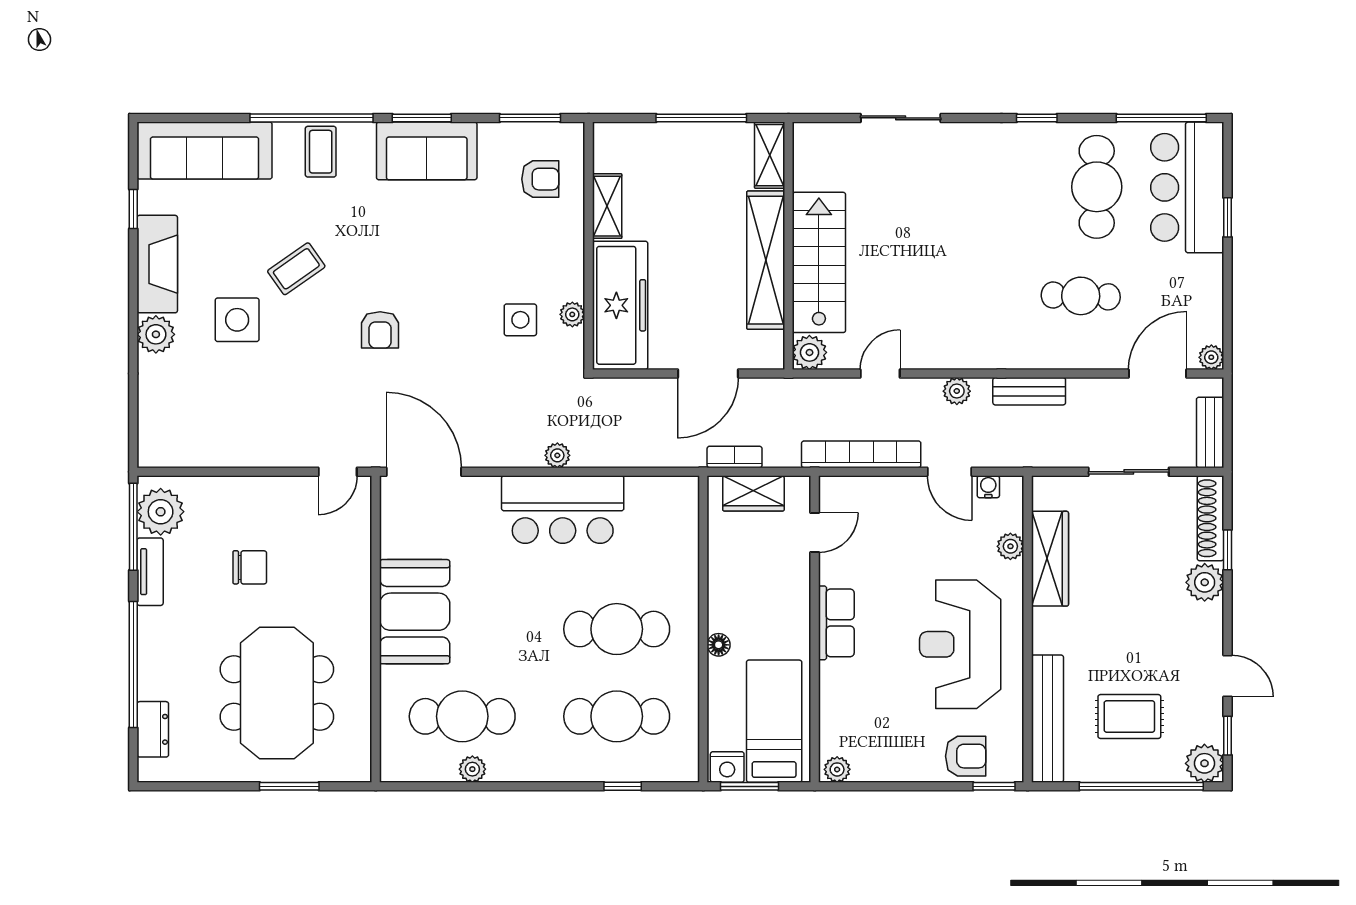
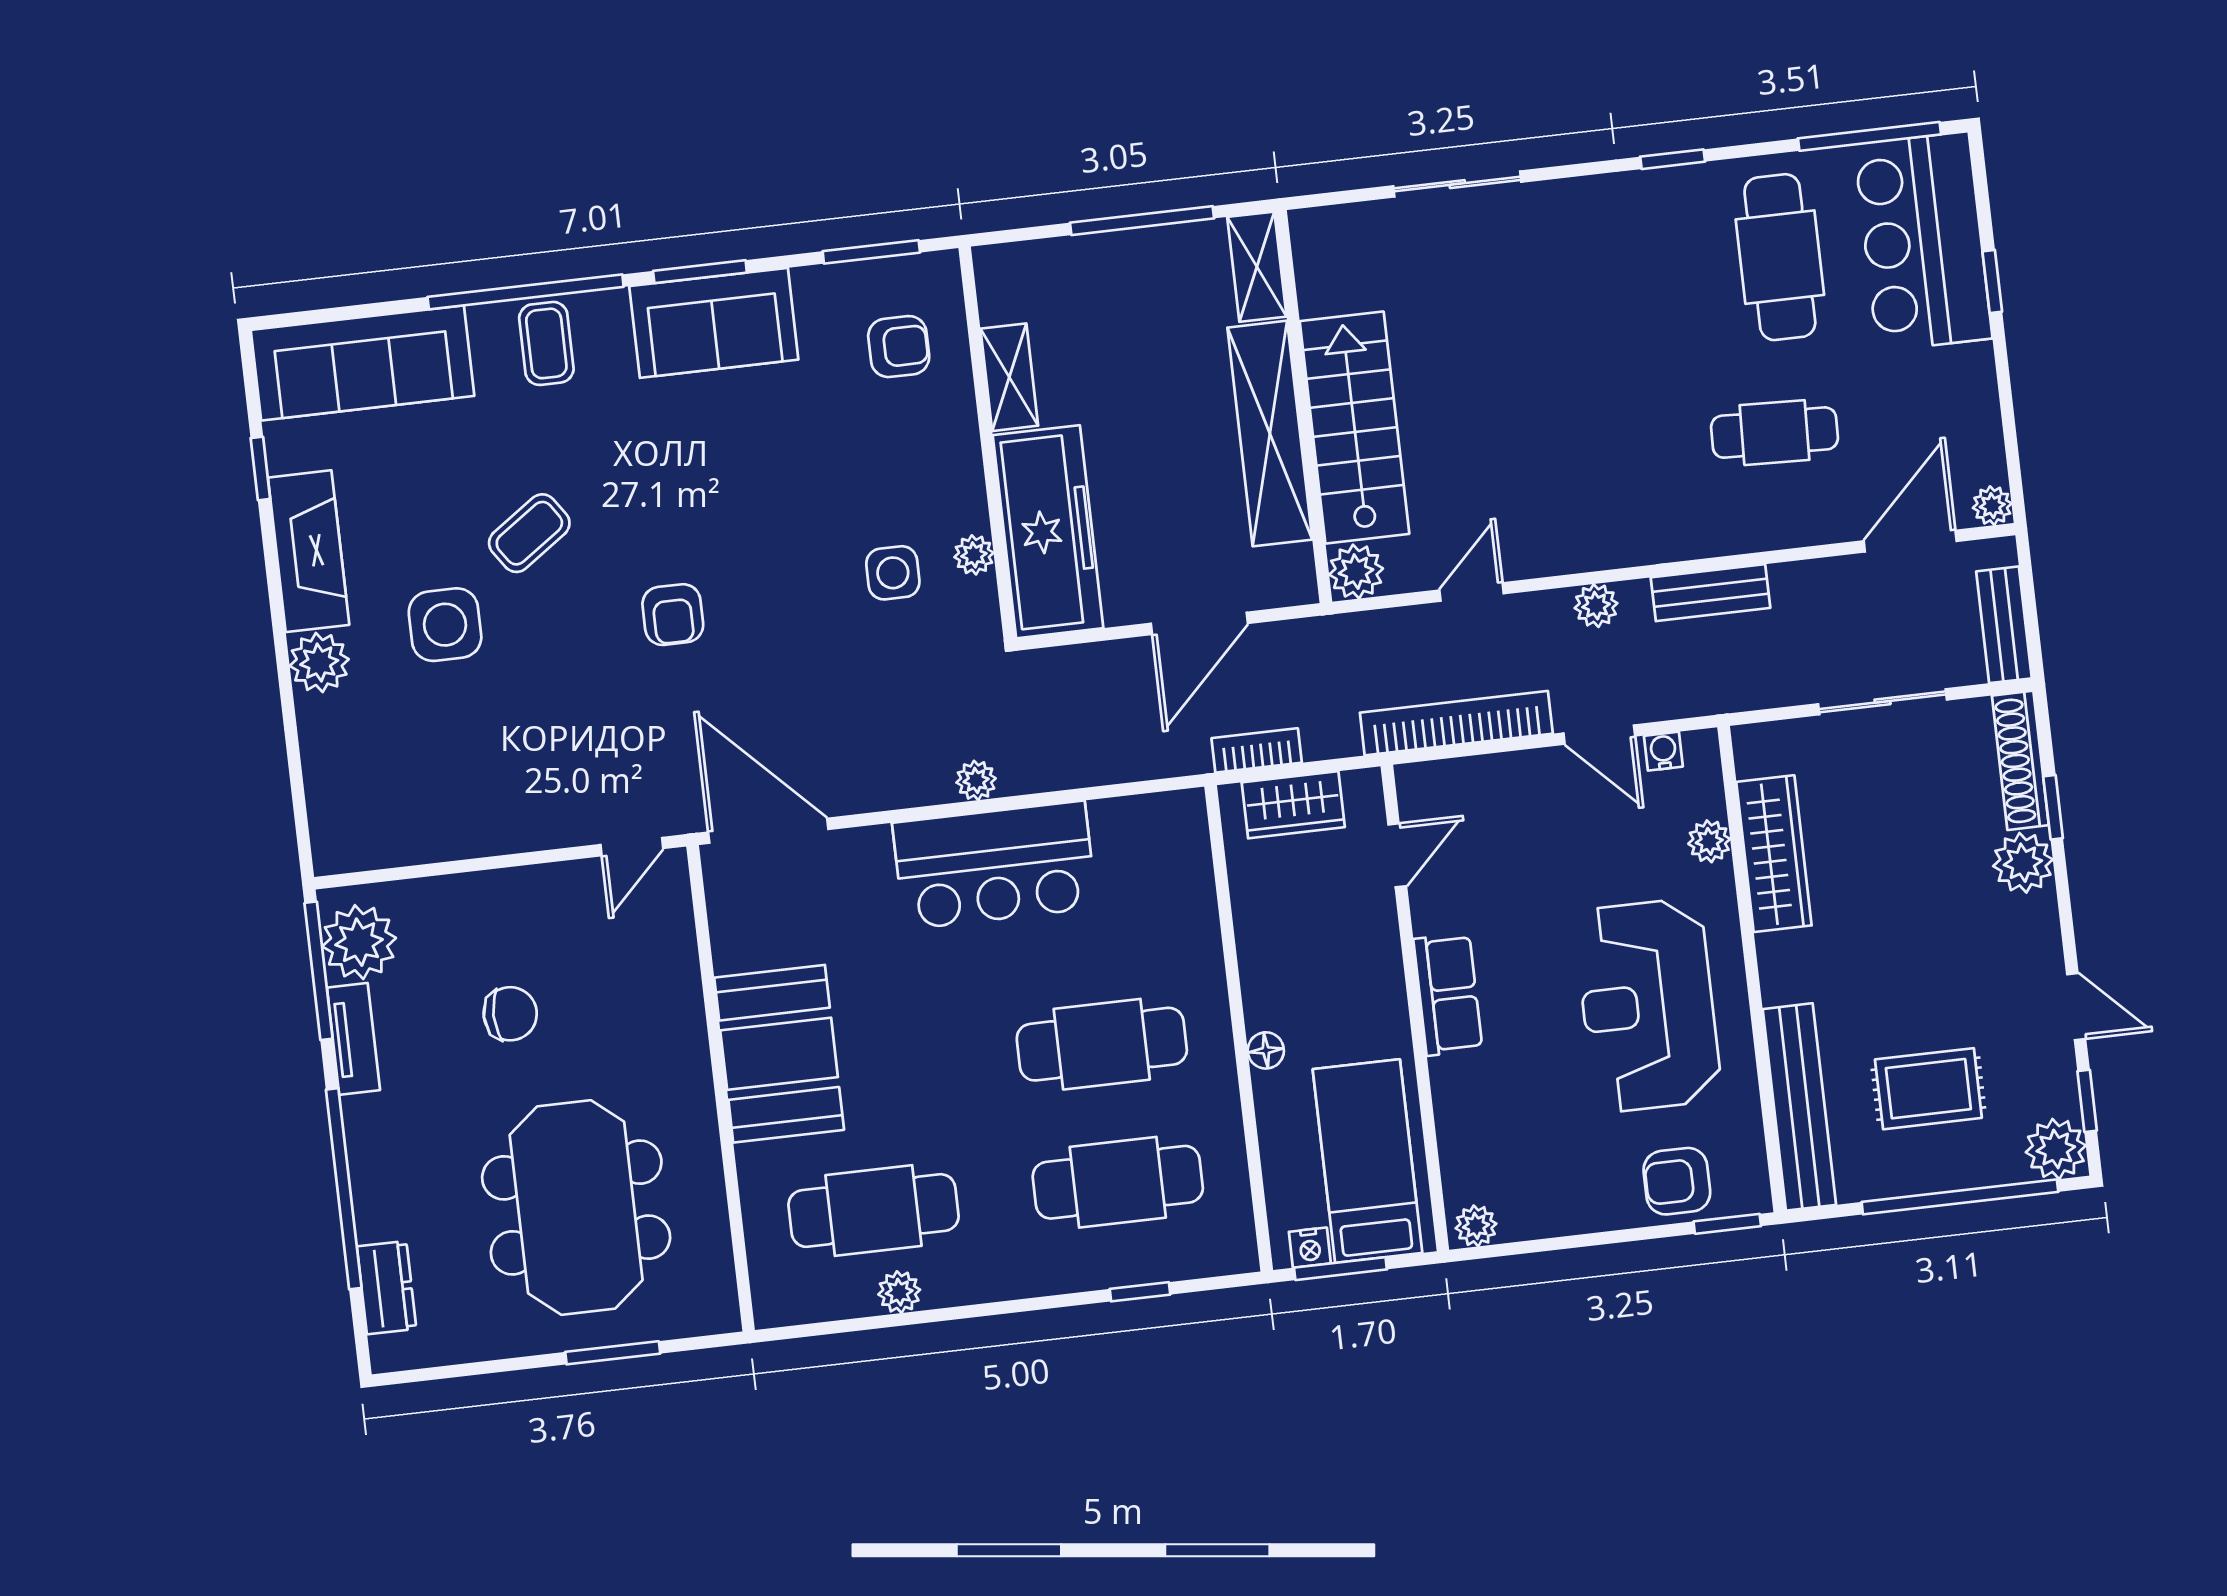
armchair: (966, 756) -> (1677, 1181), turned 180
nightstand: (727, 767) -> (1310, 1248), width x0.72, depth x0.74

